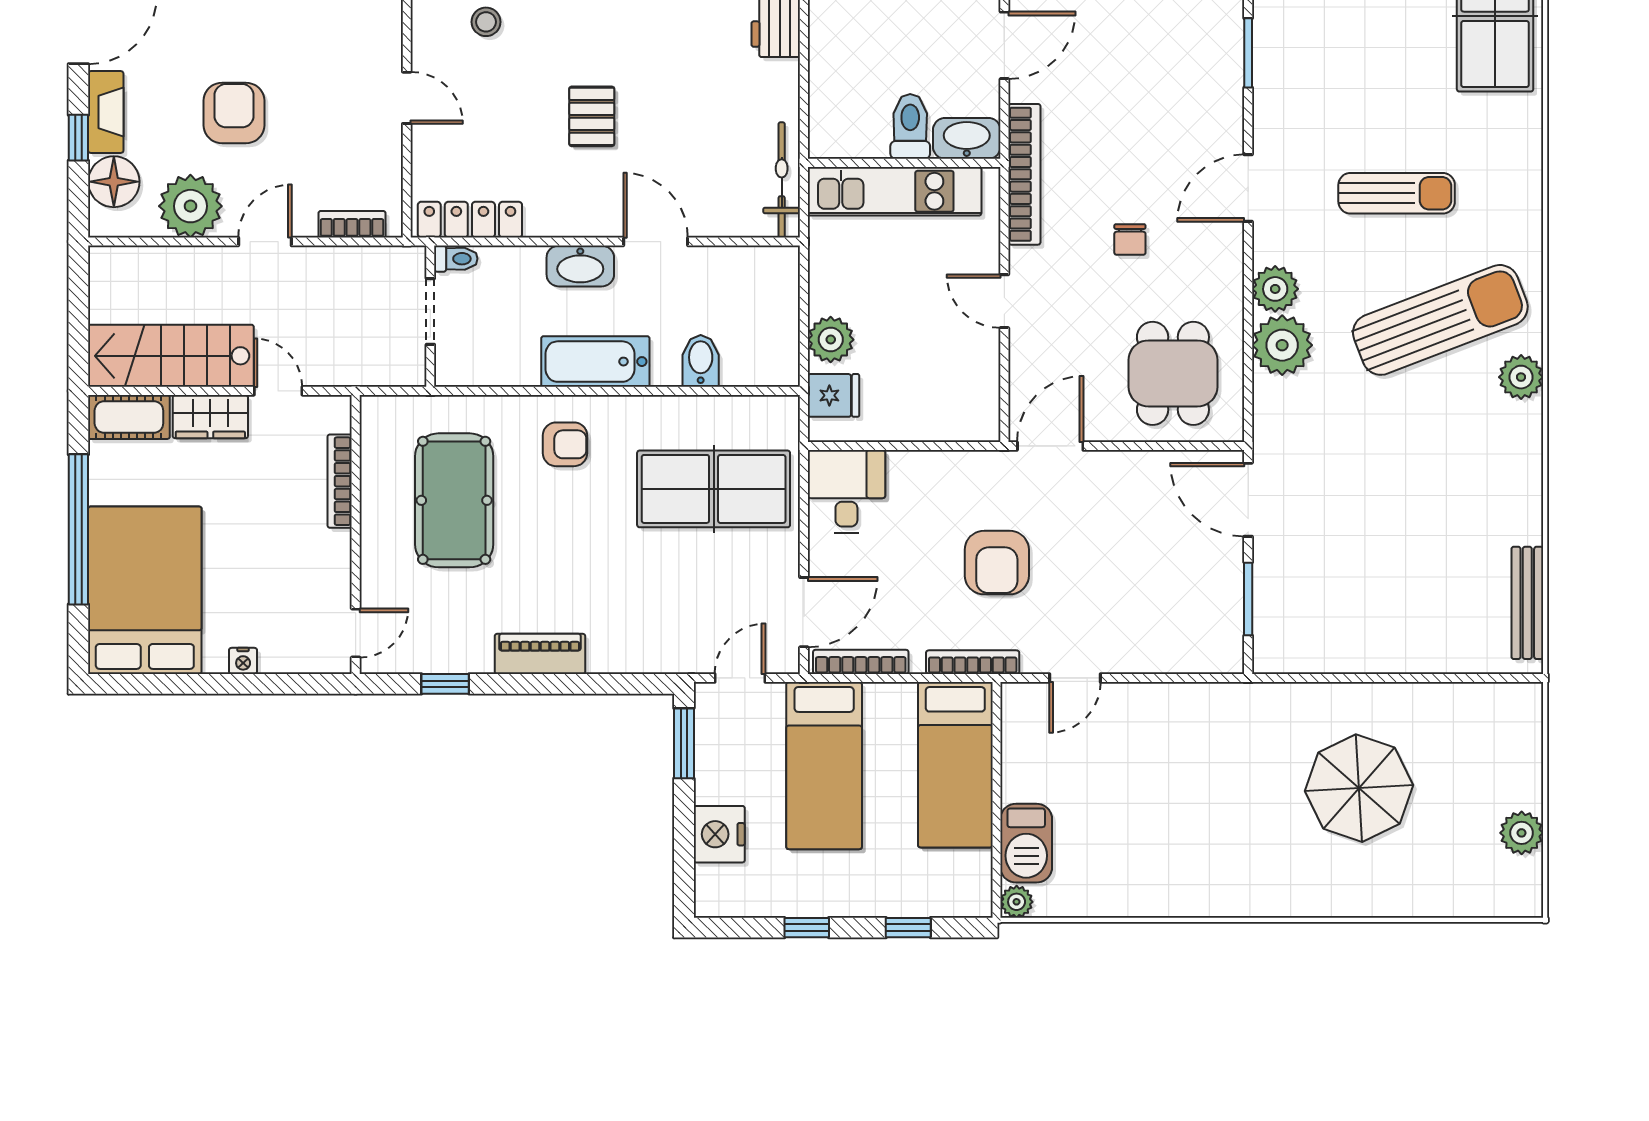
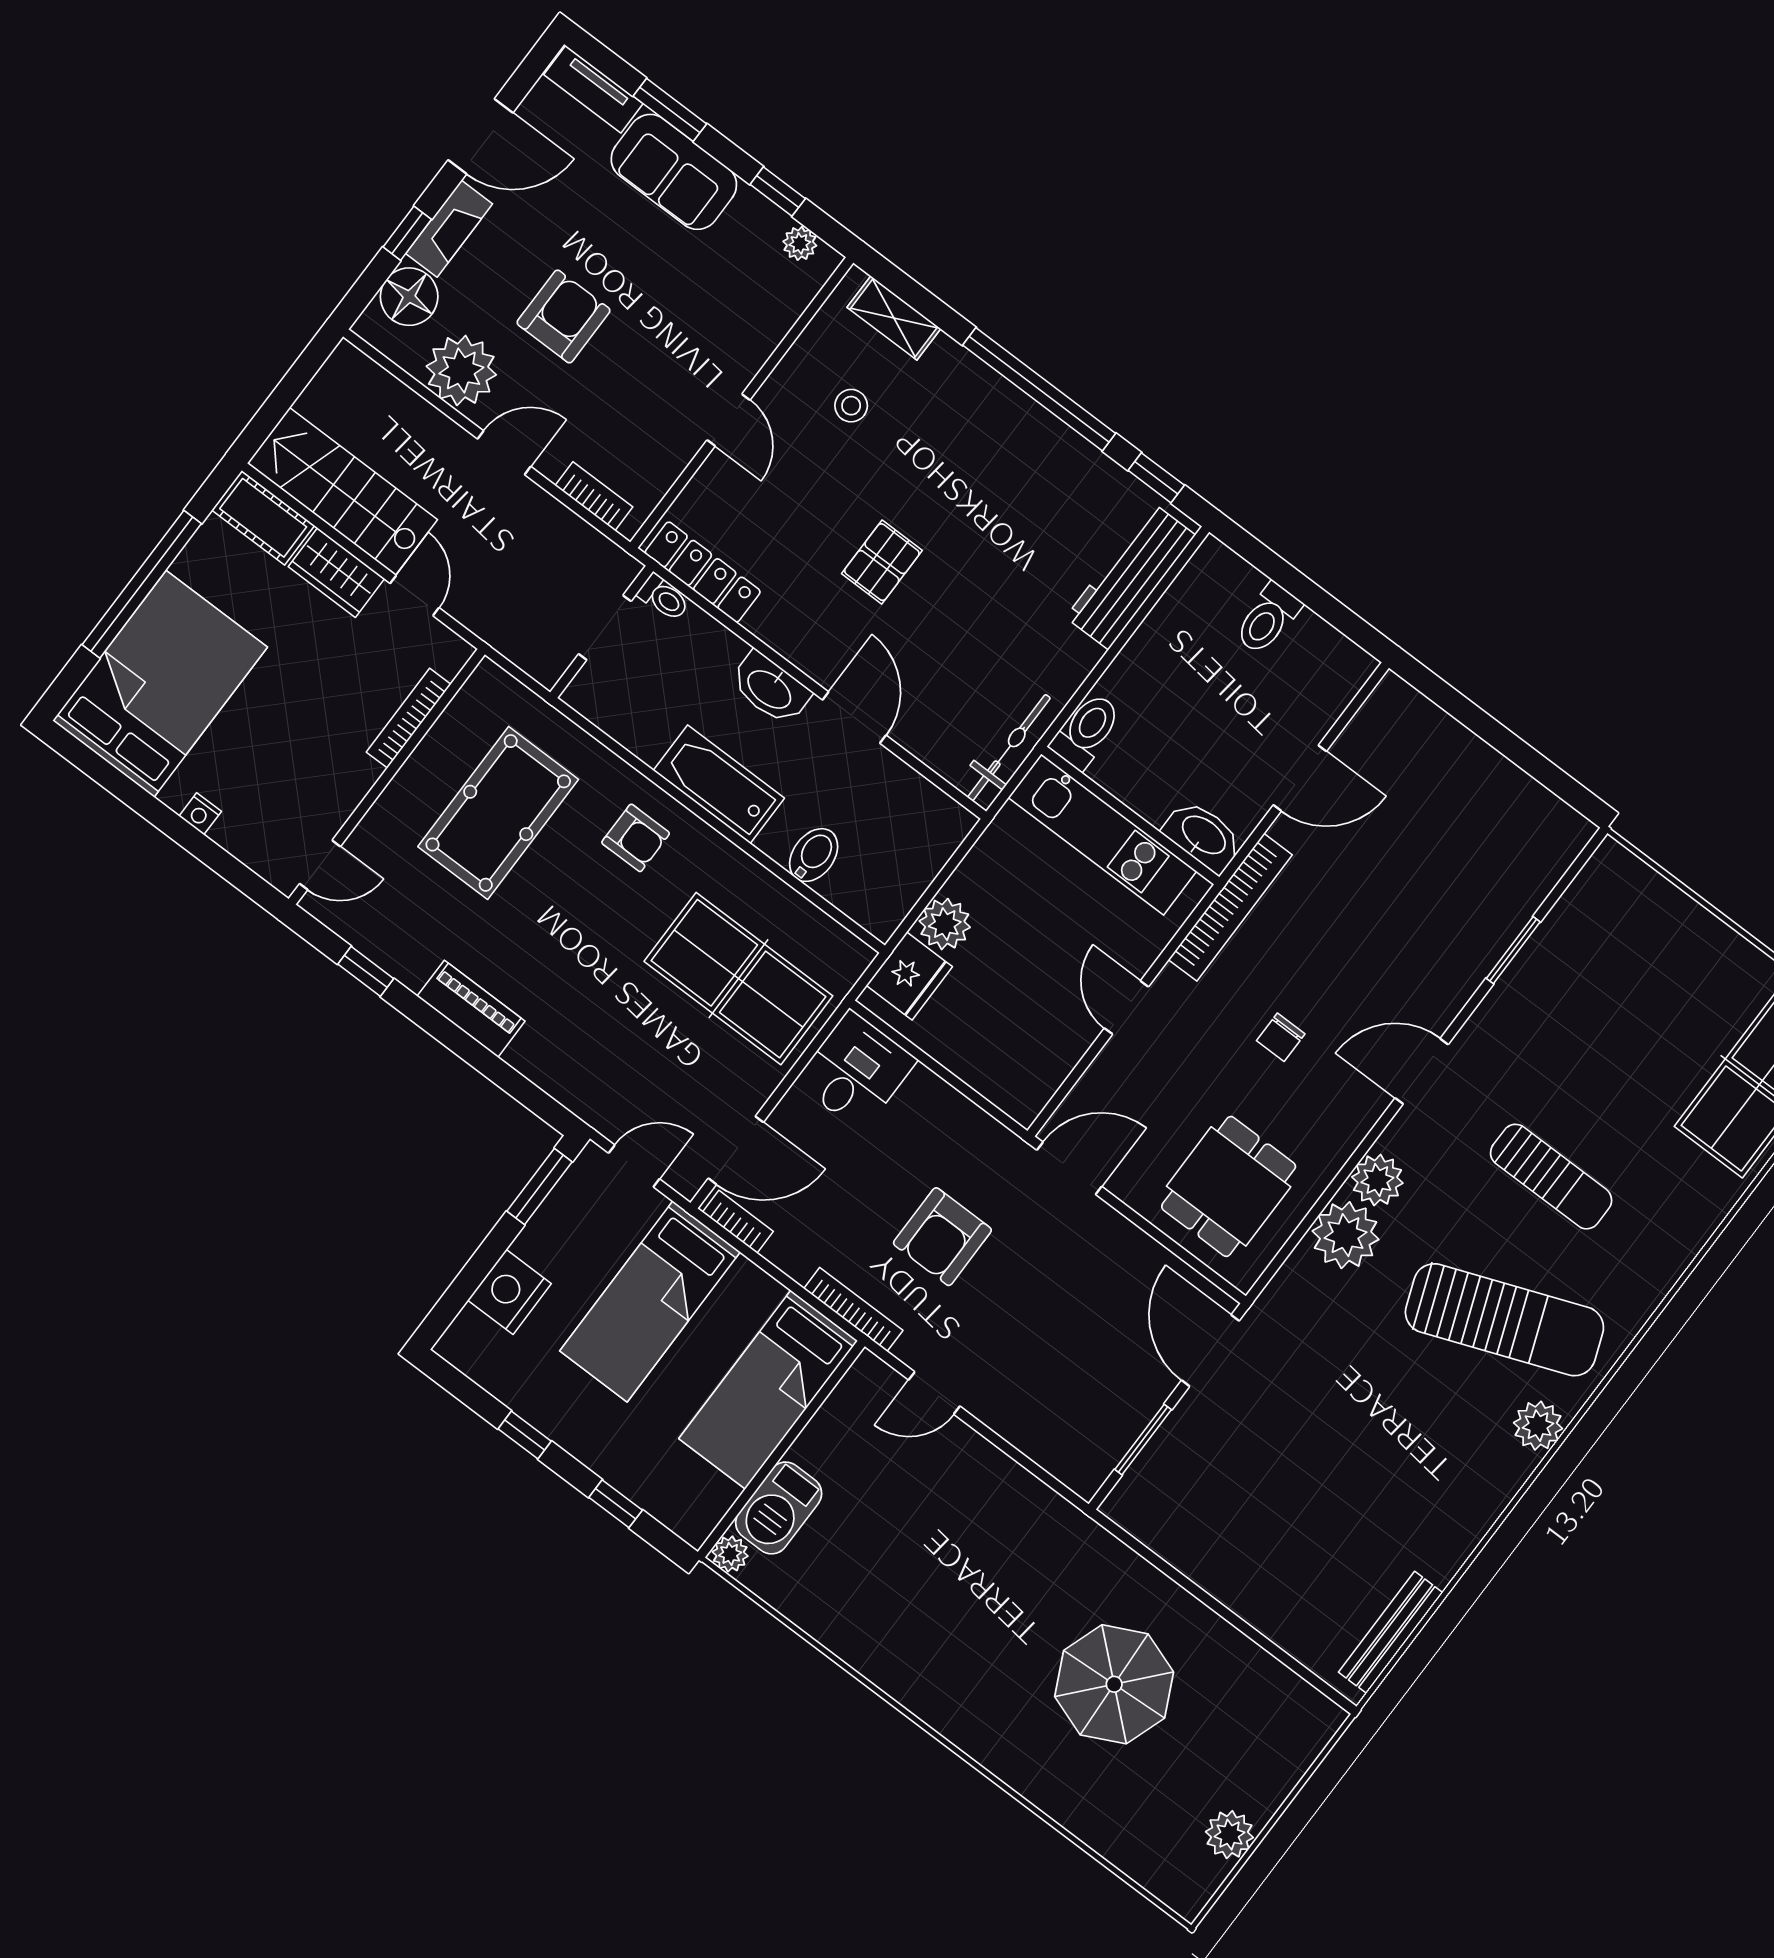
toilet: (910, 126) -> (1086, 731), moved
fridge: (833, 395) -> (909, 976), width x1.38
bookcase: (861, 662) -> (738, 1222), width x0.64

